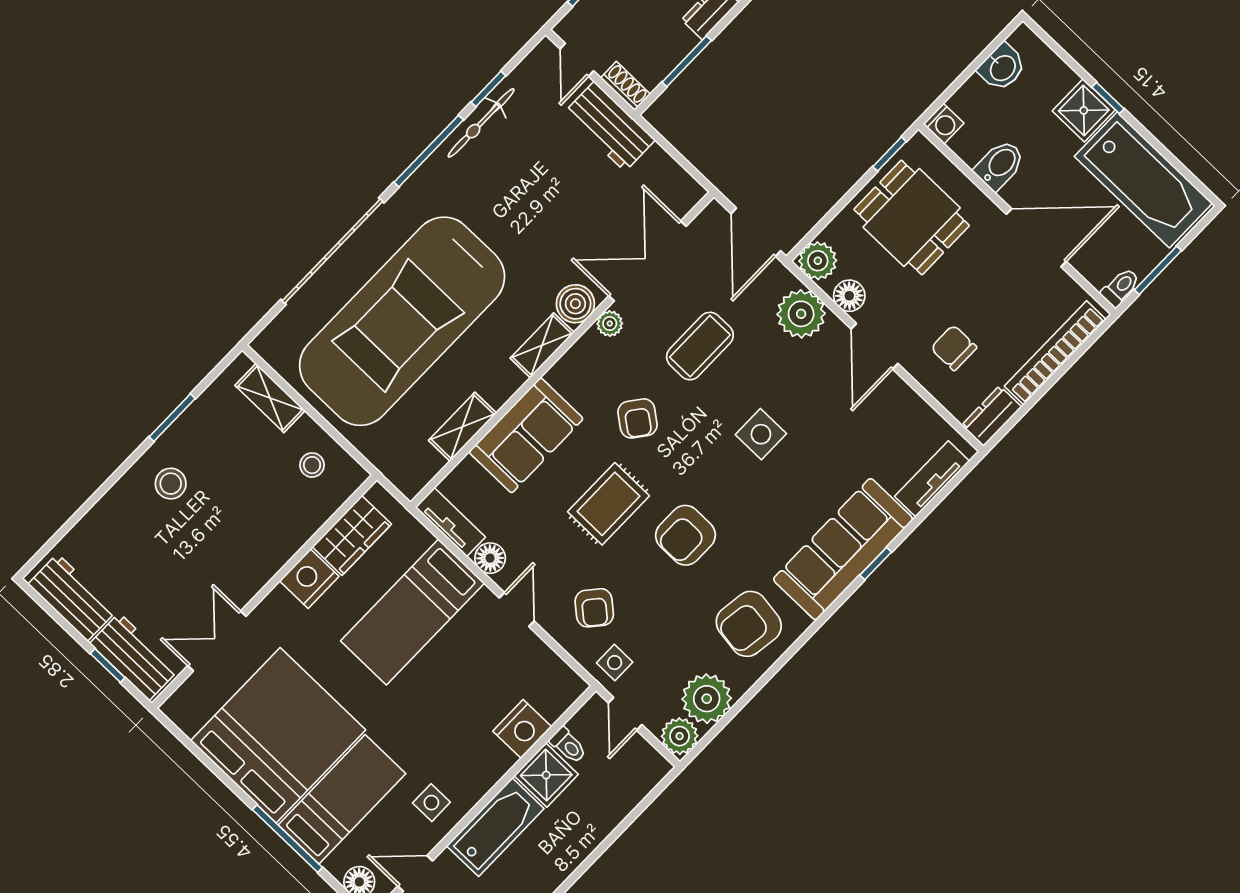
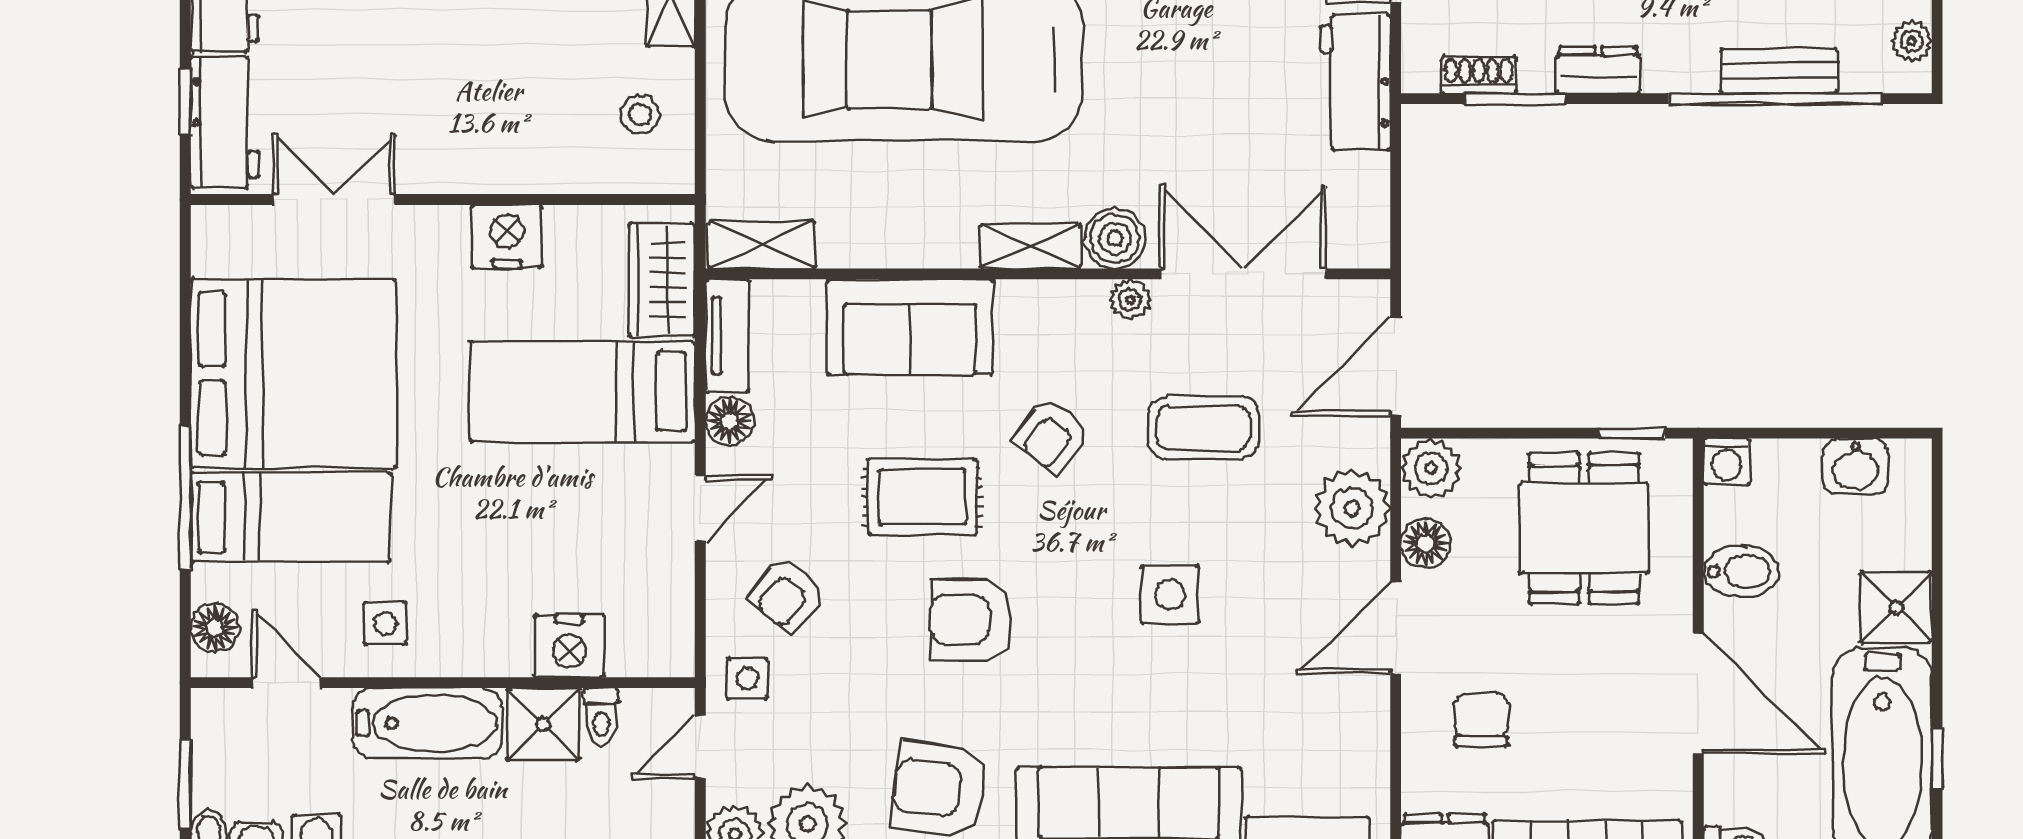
shoe rack: (625, 86) -> (1479, 75), moved, turned -90
window: (1108, 98) -> (1937, 759), moved
shelving: (462, 427) -> (762, 245), moved
wardrobe: (352, 535) -> (662, 280), moved, turned 90

